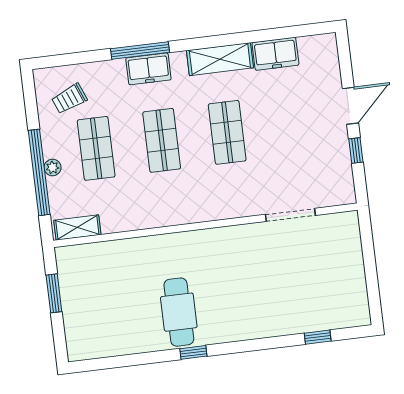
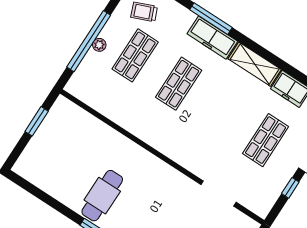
freezer: (148, 69) -> (212, 38), width x1.40
shop shelf: (227, 132) -> (266, 140), moved
shelving: (77, 228) -> (84, 94), removed

